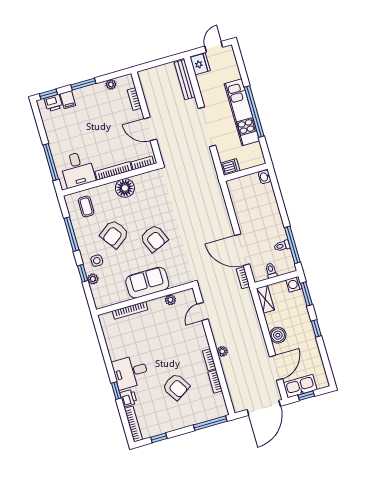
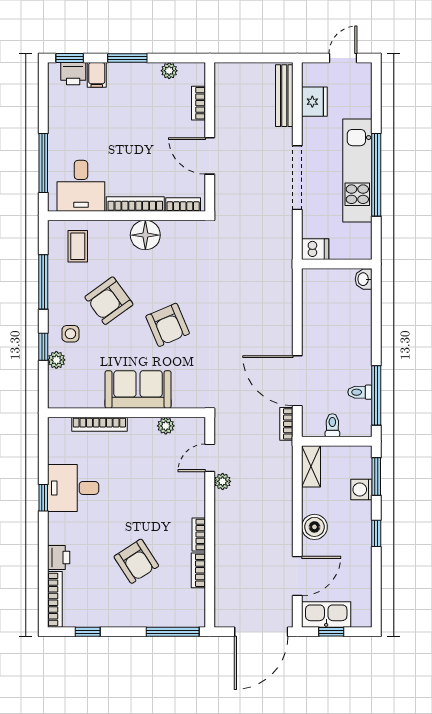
fridge: (200, 64) -> (314, 102), moved
washing machine: (294, 284) -> (361, 489), moved
plant: (222, 351) -> (223, 481), moved
desk: (130, 372) -> (73, 488), moved
window: (116, 391) -> (43, 498), moved

